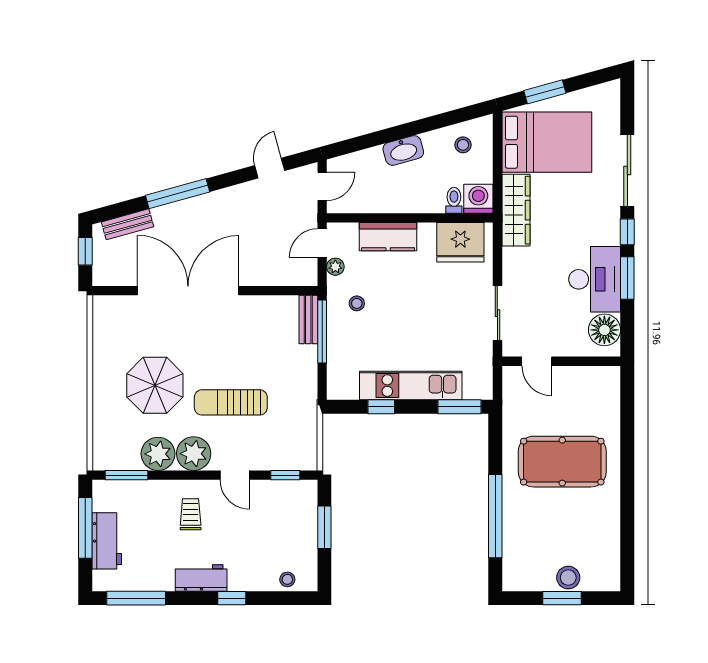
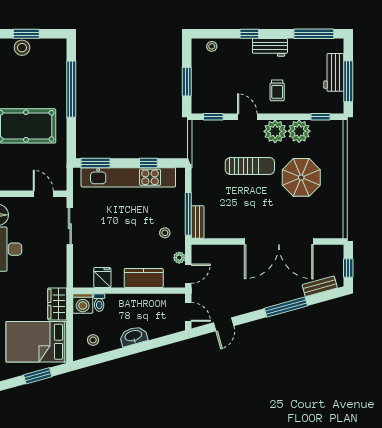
door: (322, 186) -> (188, 312), swing flipped
wardrobe: (516, 210) -> (57, 304), width x0.67
fridge: (460, 242) -> (102, 278), width x0.53, depth x0.75
kitchen unit: (411, 386) -> (128, 177), width x1.36
window: (126, 475) -> (320, 117), width x0.67

